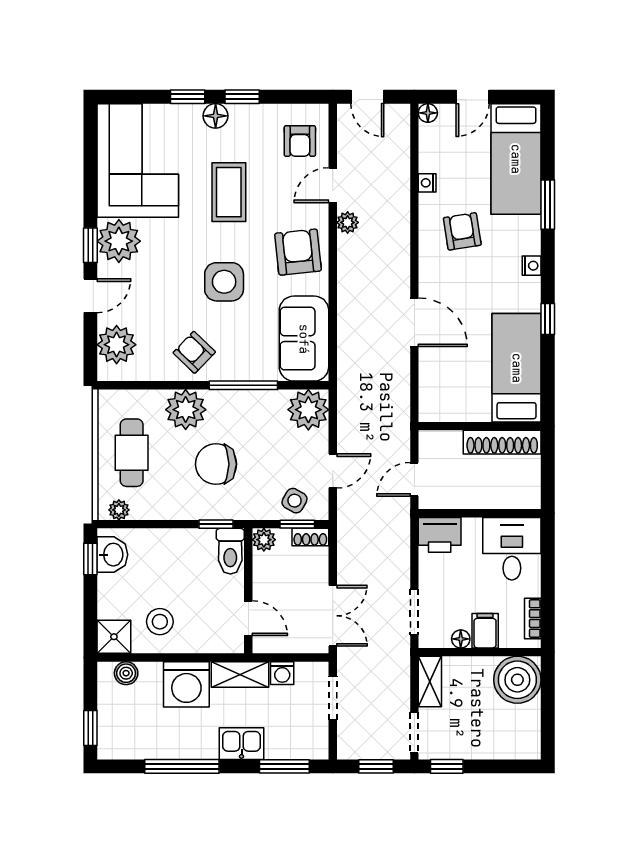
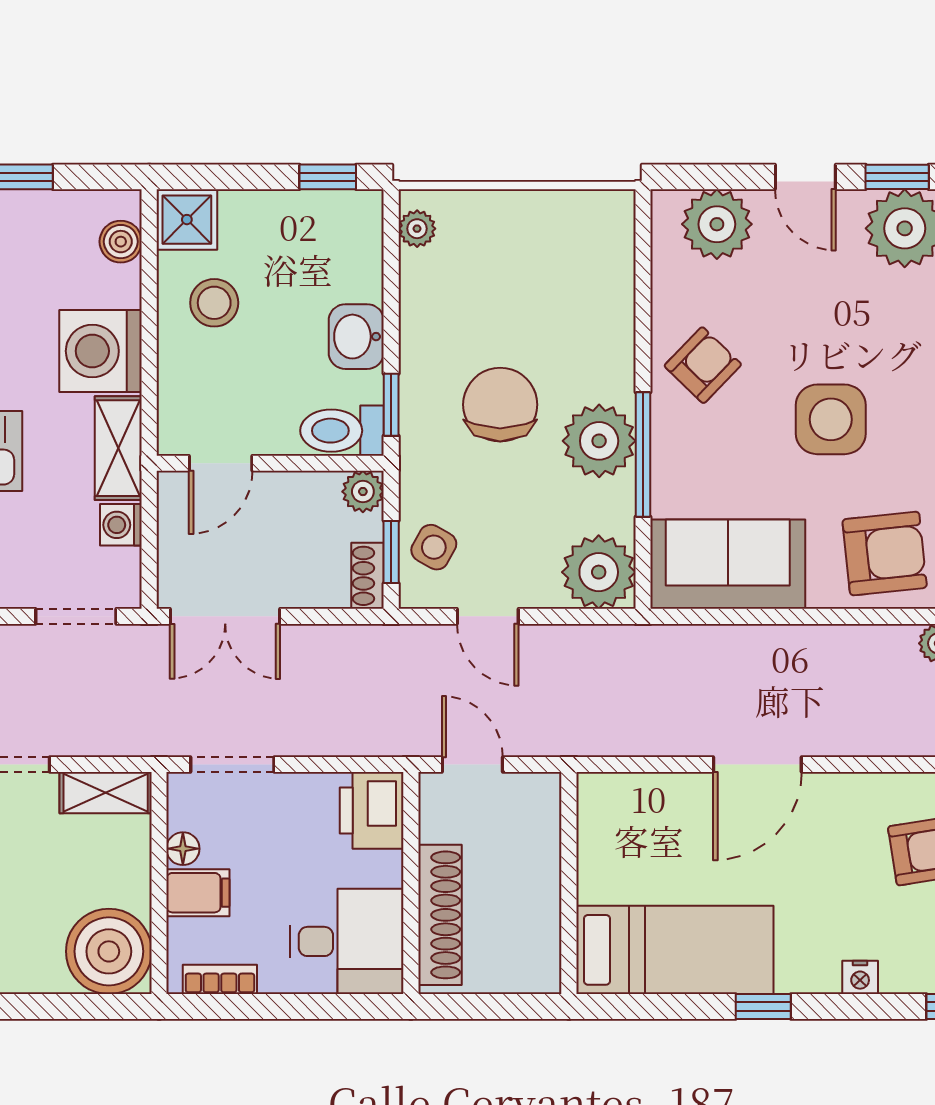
plant: (186, 410) -> (599, 441), moved
shoe rack: (502, 442) -> (440, 915), moved, turned 180
cafe table: (132, 453) -> (521, 252), removed
washbasin: (112, 555) -> (356, 337), moved, turned 90

